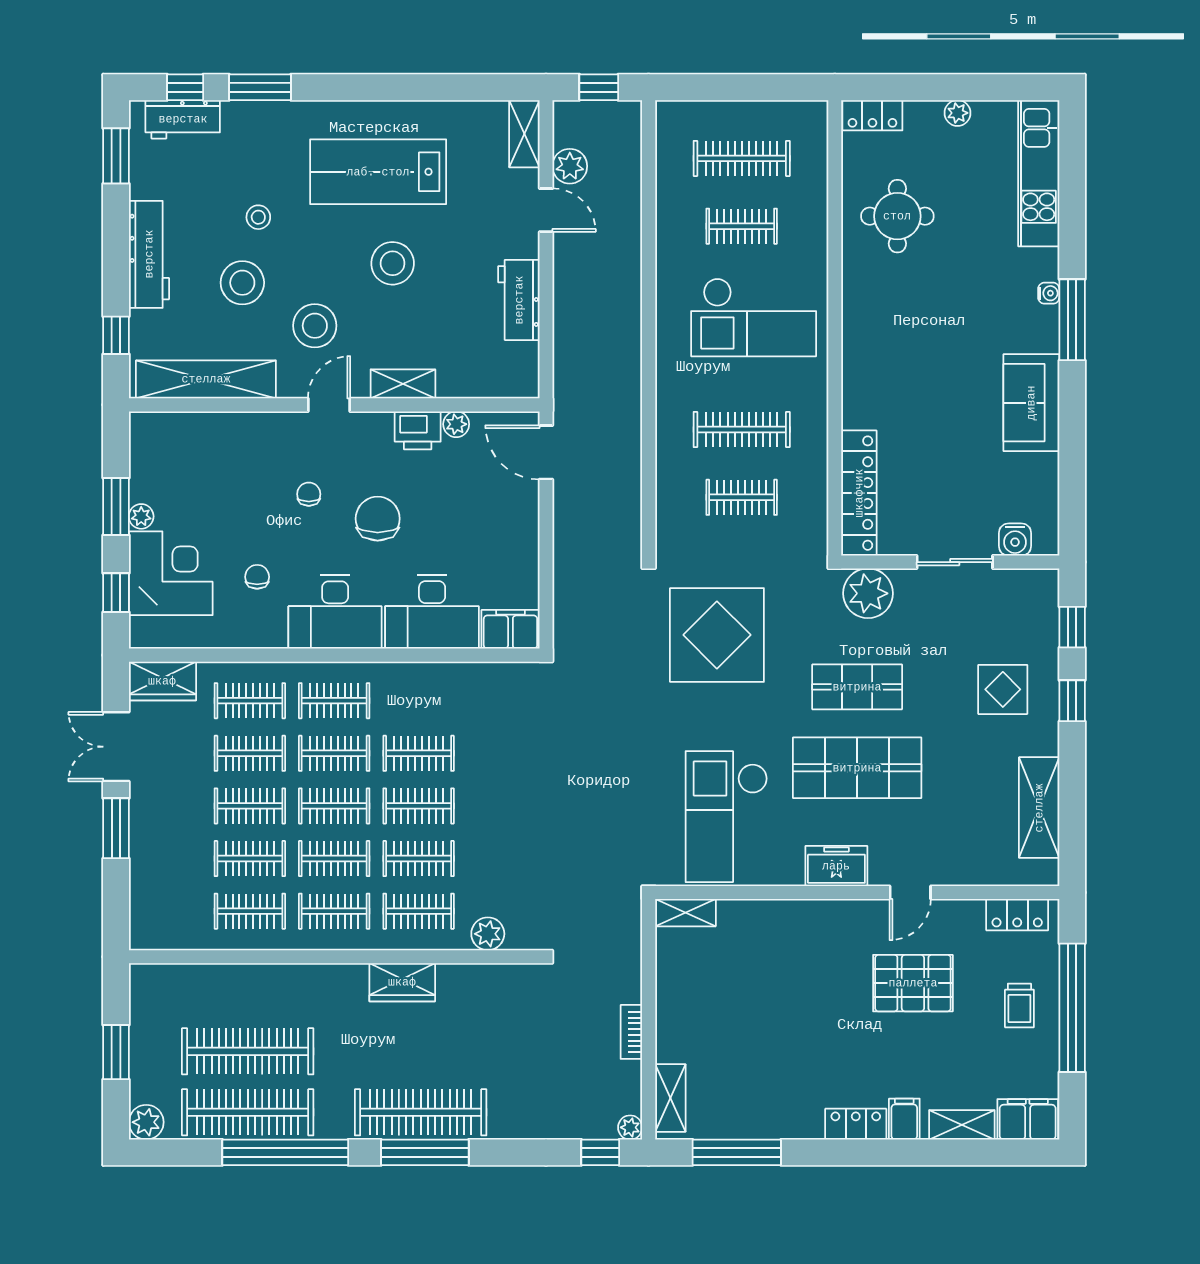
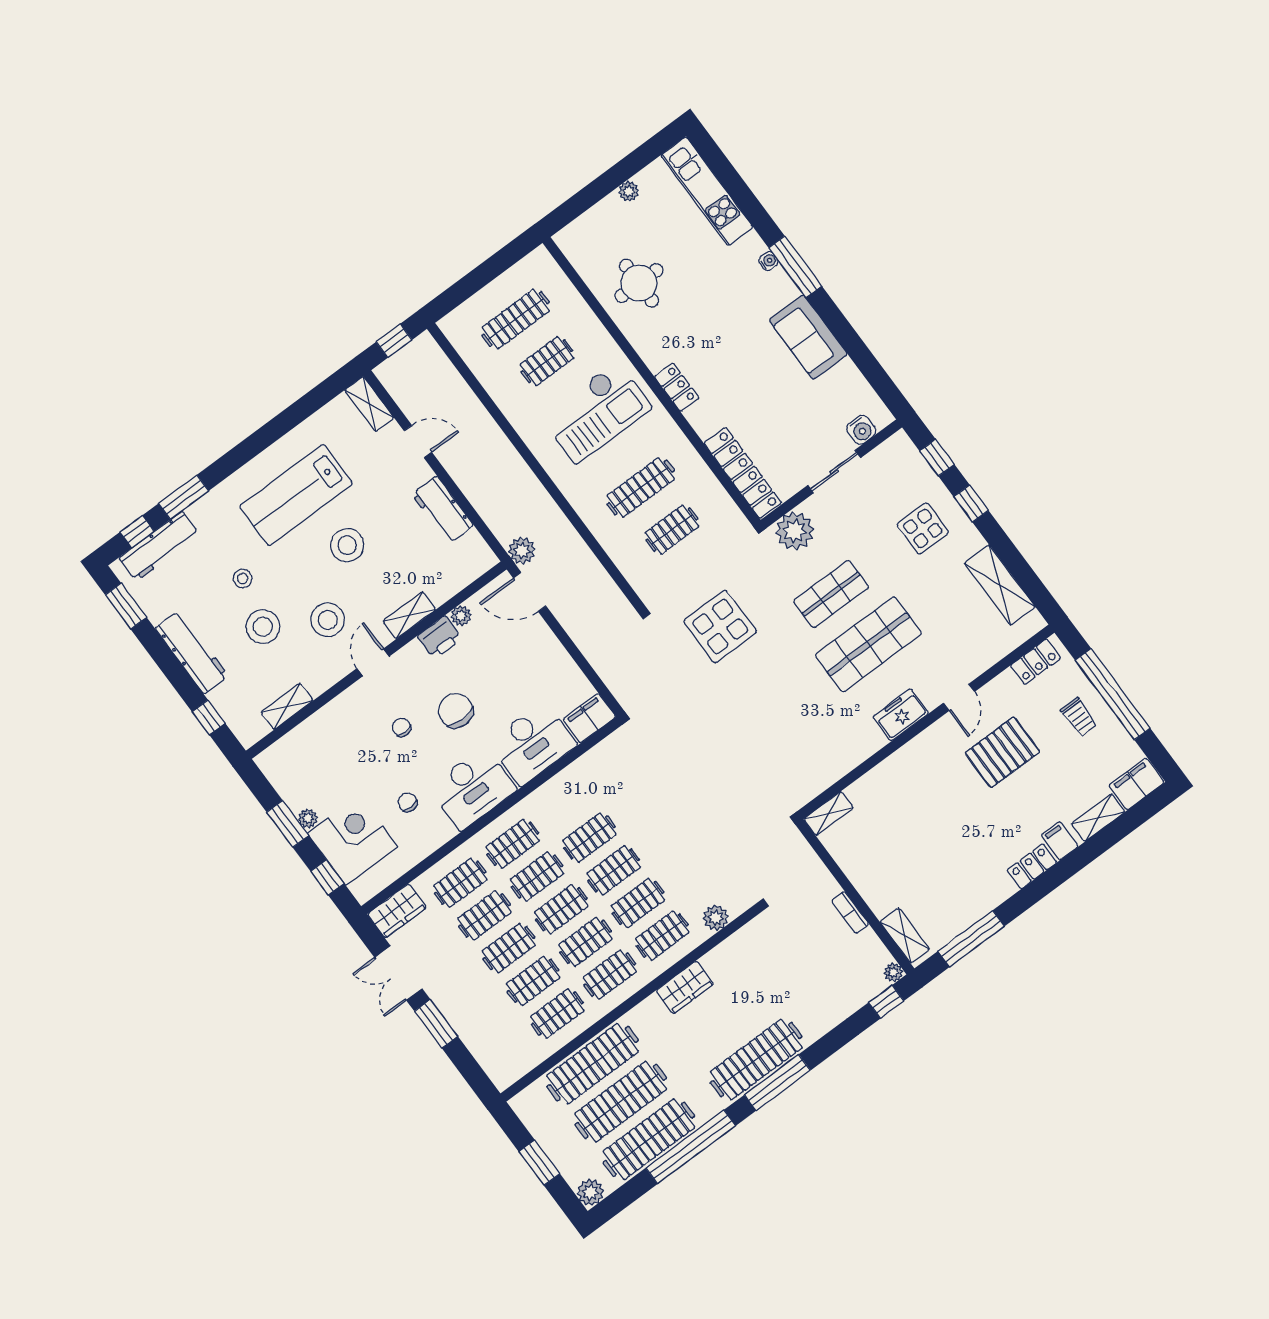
locker: (872, 115) -> (677, 387), moved, turned -90
workbench: (183, 119) -> (159, 546), width x1.38
plant: (570, 166) -> (522, 551), moved
shelving: (206, 379) -> (287, 706), width x0.45, depth x0.75
display table: (717, 635) -> (720, 626), width x0.73, depth x0.73
checkout: (726, 817) -> (810, 735), removed
clothes rail: (248, 990) -> (593, 1064), added

